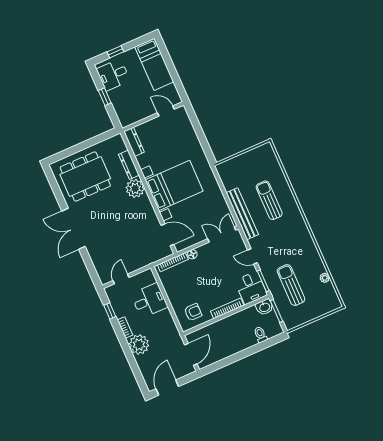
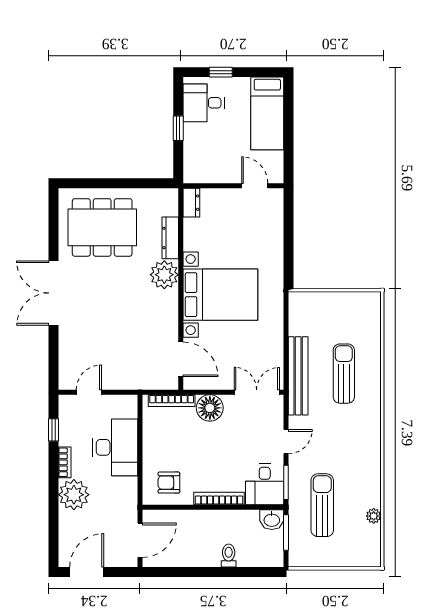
dresser: (134, 142) -> (191, 203), width x0.70
floor lamp: (192, 254) -> (210, 408), width x1.89, depth x1.89
door: (252, 256) -> (286, 442), swing flipped
desk: (149, 301) -> (115, 447), width x1.37
armchair: (193, 312) -> (169, 483), turned 180
toilet: (260, 335) -> (229, 556), moved

